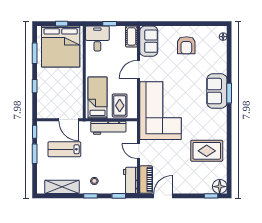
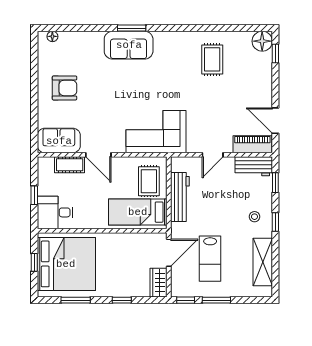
cot: (131, 36) -> (70, 165), moved
rug: (120, 106) -> (149, 181), turned 90
corner sofa: (161, 111) -> (156, 132), width x0.73, depth x0.74
wardrobe: (47, 112) -> (159, 283), added
rug: (207, 151) -> (212, 59), width x0.73, depth x0.70

